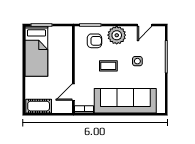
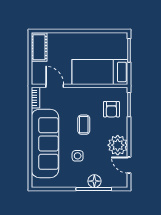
plant: (117, 35) -> (118, 145), moved
bed: (36, 51) -> (100, 72), moved
floor lamp: (159, 56) -> (94, 181), added
side table: (137, 61) -> (78, 156), moved

